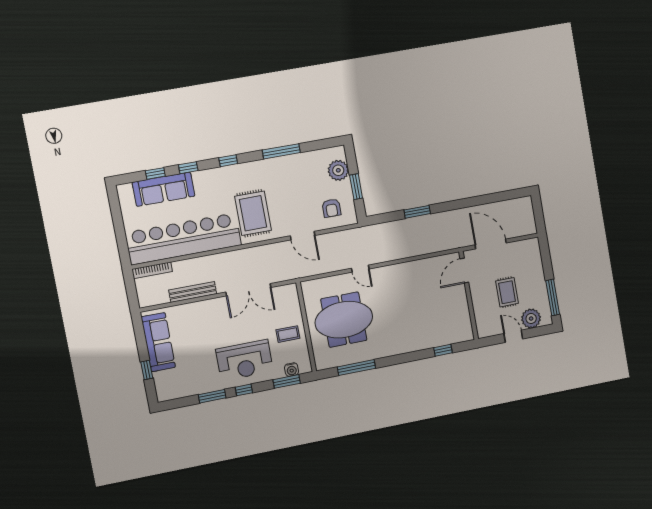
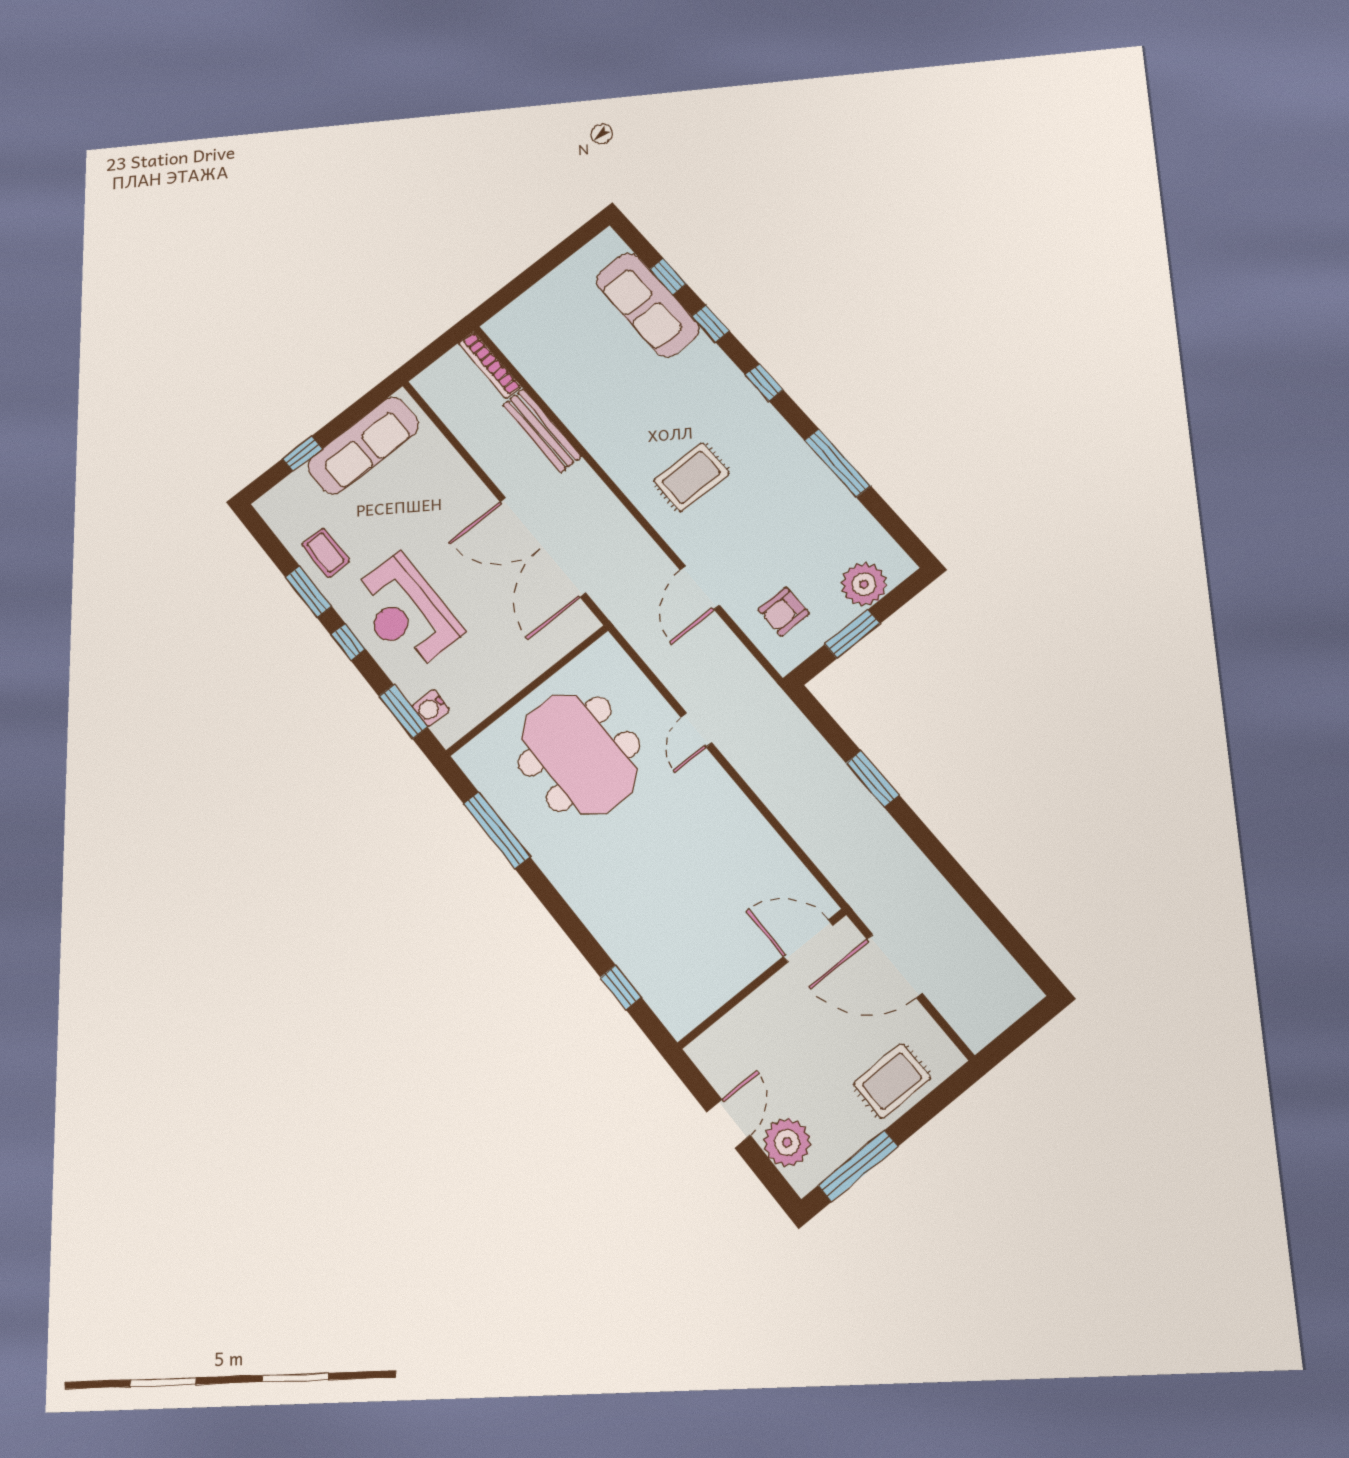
rug: (253, 213) -> (691, 477), width x0.73, depth x0.70
bar counter: (183, 239) -> (576, 385), removed
door: (491, 244) -> (894, 966), swing flipped
double door: (248, 290) -> (543, 547), width x1.36
bench: (193, 292) -> (542, 431), moved
rug: (507, 292) -> (892, 1081), moved
coffee table: (288, 334) -> (326, 553), moved

